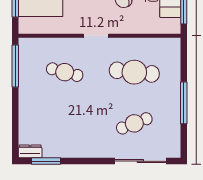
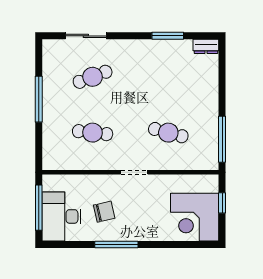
cafe table: (134, 72) -> (93, 133), width x0.73, depth x0.74
window: (46, 161) -> (168, 36), moved
sliding door: (140, 161) -> (86, 36), width x0.73

